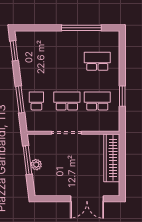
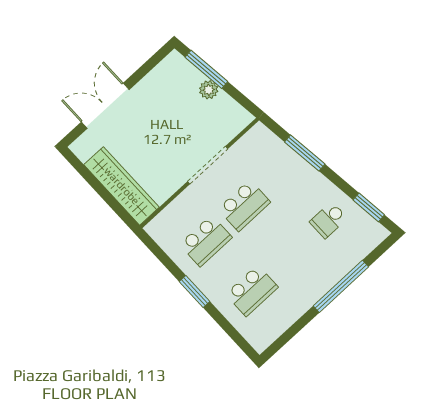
window: (81, 28) -> (341, 286), moved
window: (122, 96) -> (195, 292), moved
school desk: (36, 101) -> (328, 220), moved, turned 90
window: (27, 160) -> (206, 69), moved

